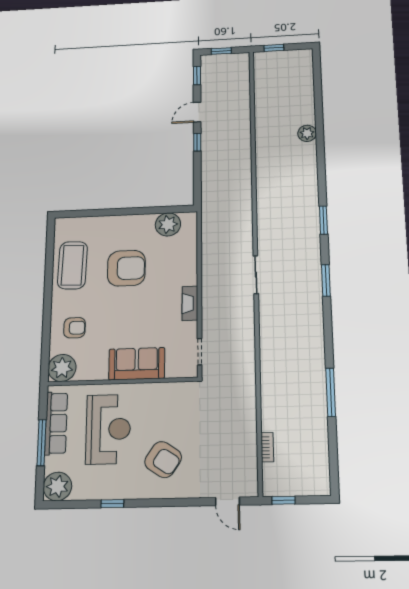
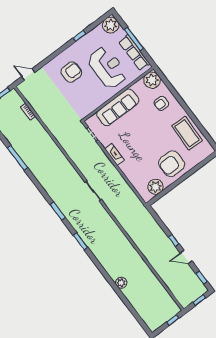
door: (197, 112) -> (186, 257), swing flipped
armchair: (126, 268) -> (172, 164), moved
sofa: (137, 364) -> (118, 107), width x1.36
reception desk: (108, 429) -> (108, 68), turned 180
armchair: (163, 460) -> (71, 72), turned 146

